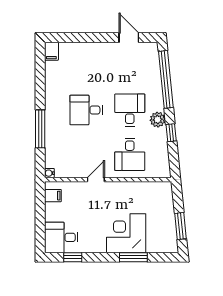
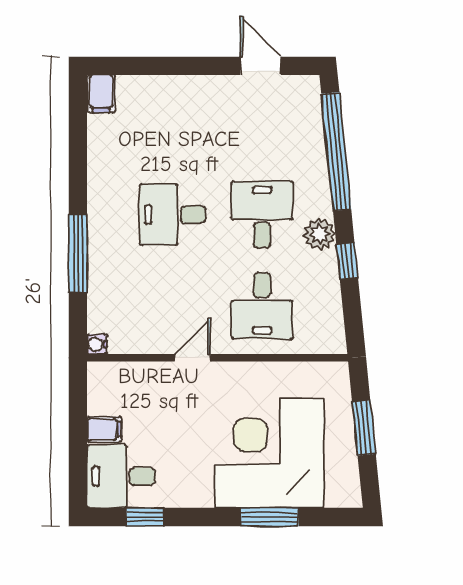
filing cabinet: (53, 196) -> (104, 429), moved
window: (181, 226) -> (364, 428), moved
corner desk: (126, 233) -> (269, 453), width x1.36, depth x1.36

